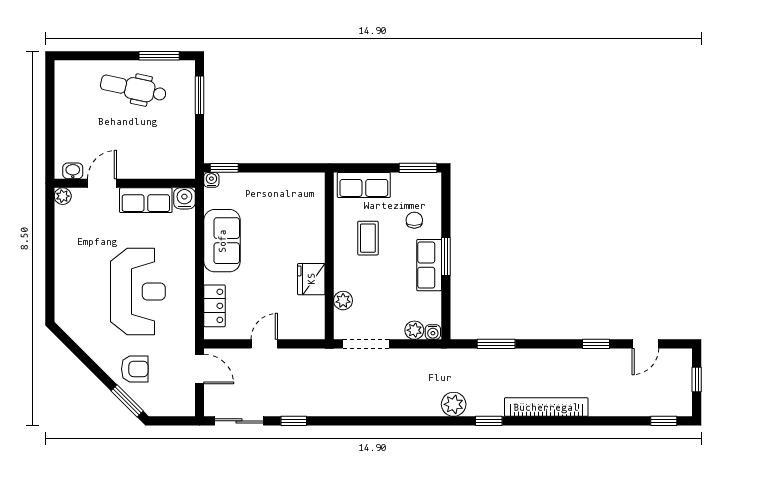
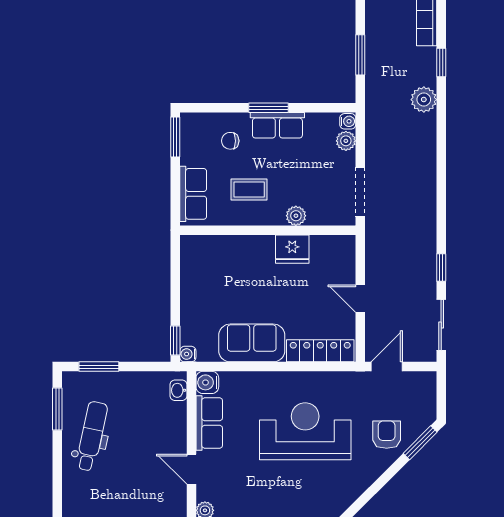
dental chair: (133, 88) -> (92, 436), turned 180
washbasin: (73, 171) -> (178, 390), moved
plant: (343, 301) -> (296, 216), moved
locker: (214, 306) -> (320, 351), width x1.53

